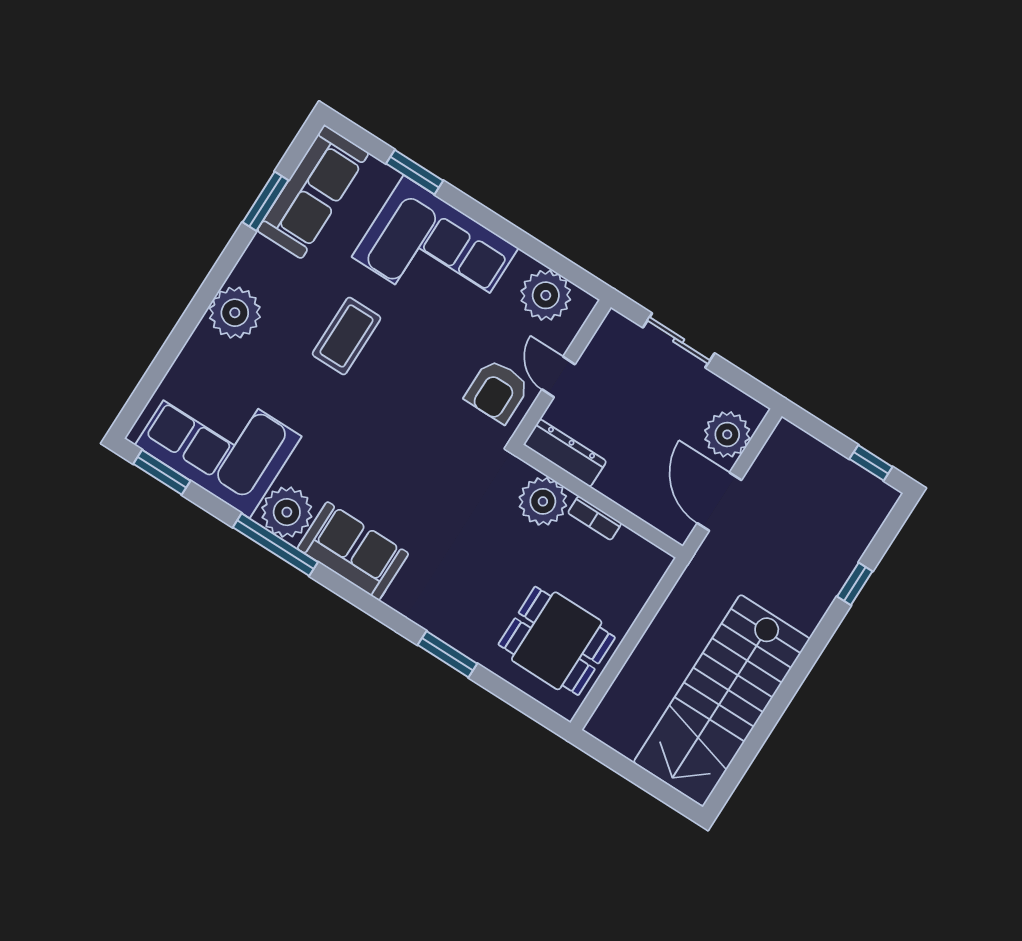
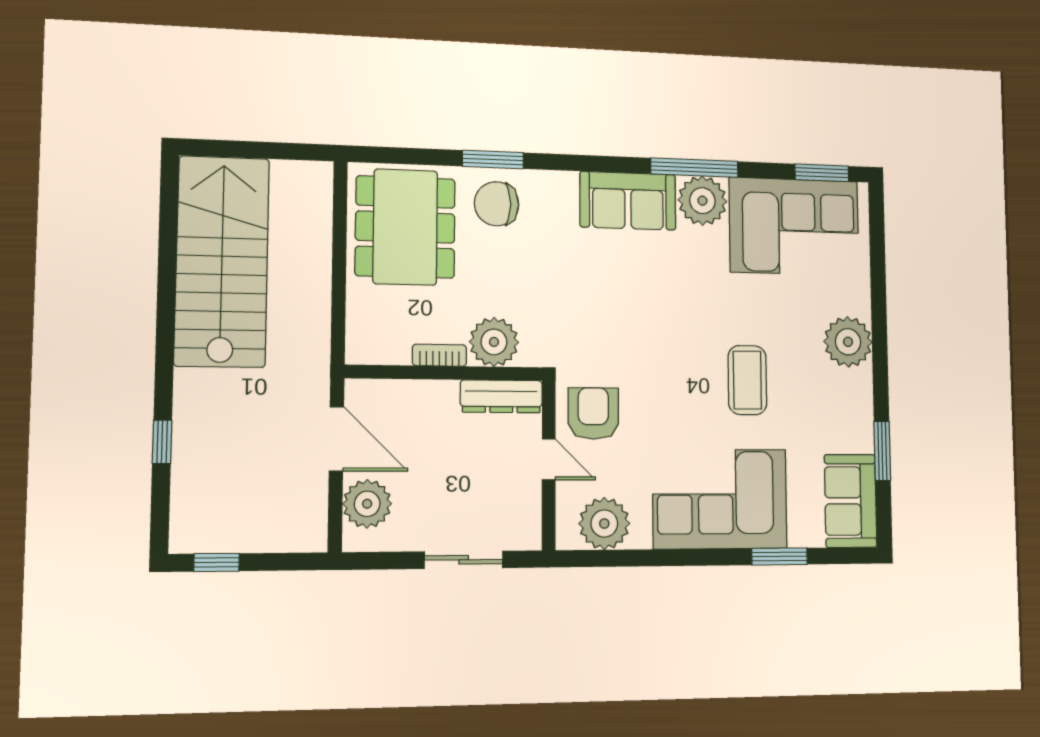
sofa: (313, 192) -> (851, 501), width x0.73
chair: (468, 615) -> (497, 204), added
dining table: (557, 641) -> (405, 227), width x1.38

